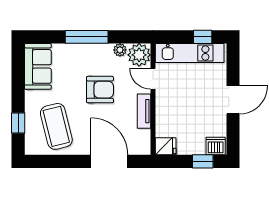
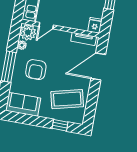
armchair: (100, 90) -> (36, 70), moved, turned 180
tv unit: (144, 111) -> (84, 39), moved

